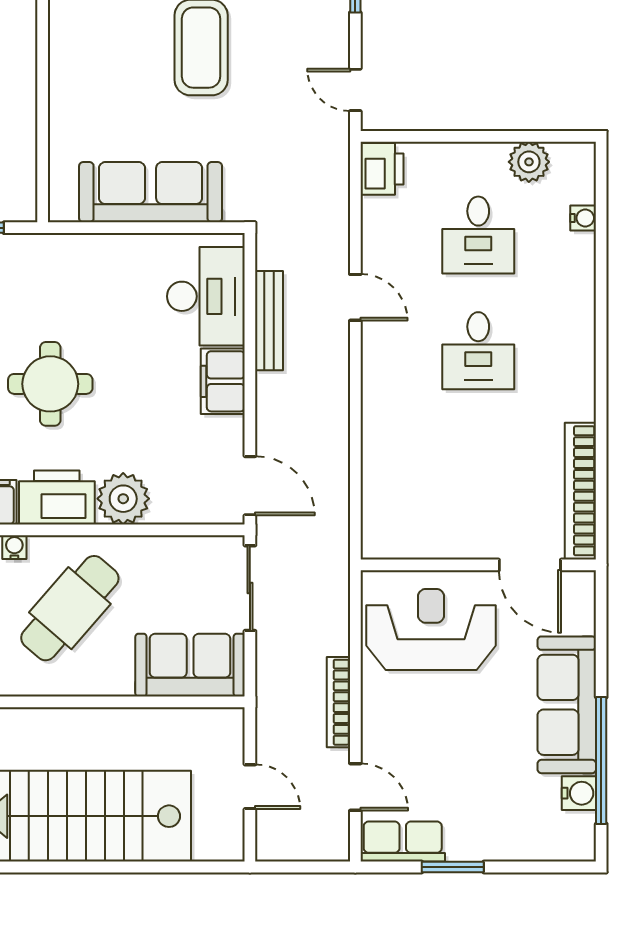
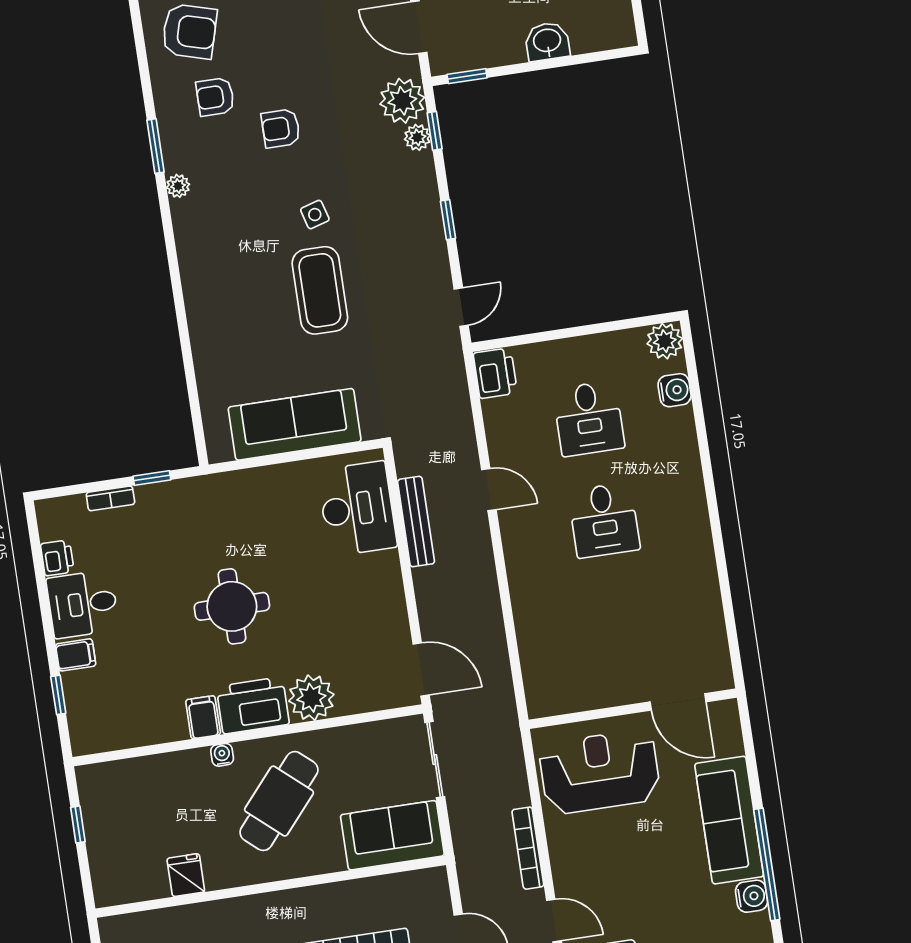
door: (355, 90) -> (461, 307), swing flipped
plant: (529, 162) -> (665, 341), moved
water cooler: (583, 218) -> (675, 390), width x1.38, depth x1.38
filing cabinet: (223, 381) -> (383, 581), removed
bookcase: (580, 491) -> (713, 630), removed

